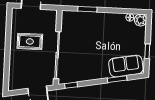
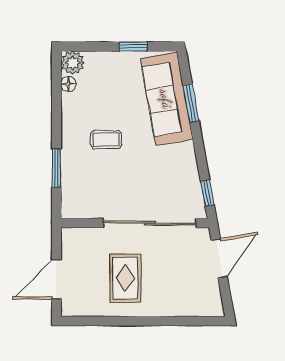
coffee table: (101, 35) -> (106, 139), added
sofa: (126, 66) -> (166, 99), width x1.36

